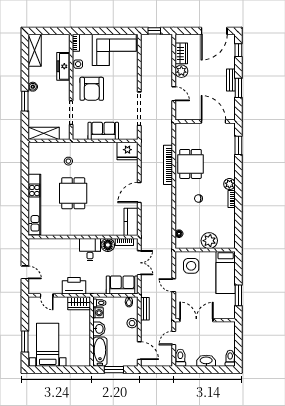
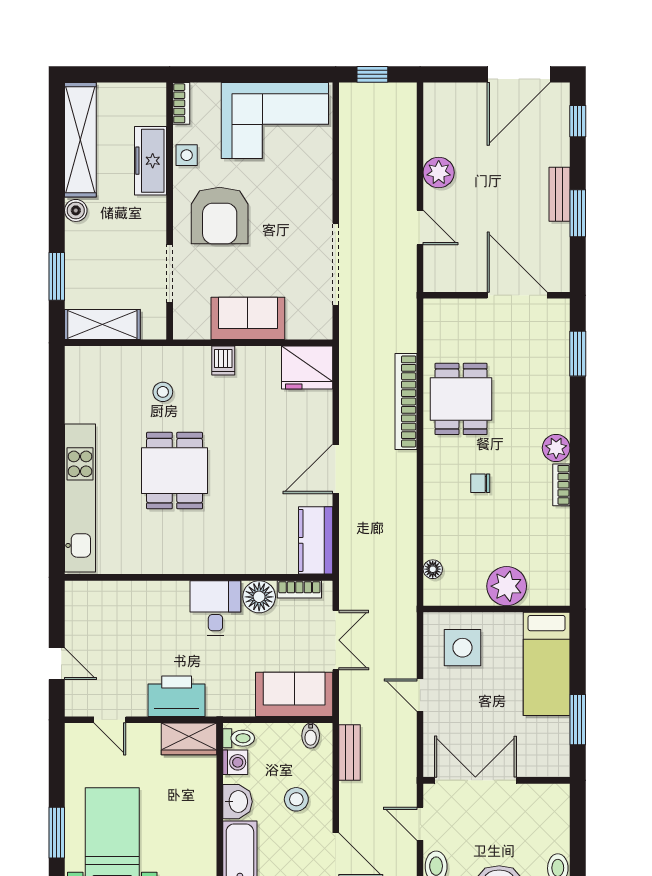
shelving: (35, 50) -> (80, 140), width x1.47
wardrobe: (181, 53) -> (438, 129), removed
window: (25, 101) -> (57, 276), moved
dishwasher: (93, 148) -> (223, 361), added
stool: (132, 323) -> (296, 799), moved
door: (174, 338) -> (420, 824), hinge flipped

